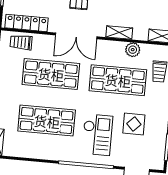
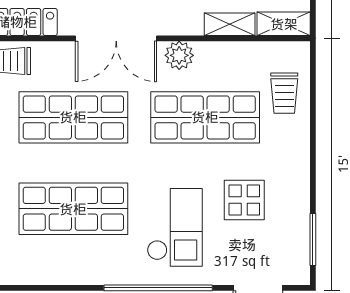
shelving: (119, 32) -> (230, 24), moved
plant: (133, 50) -> (179, 55), moved

